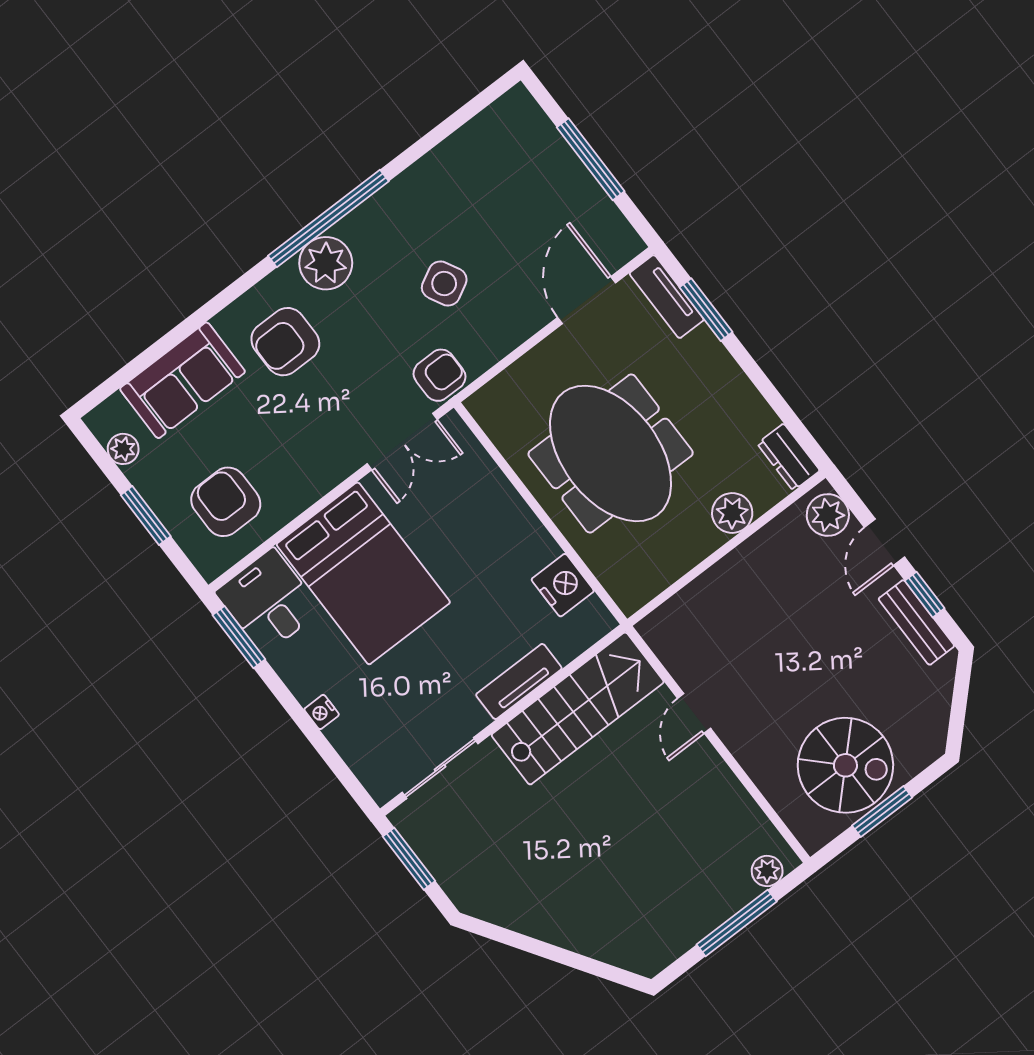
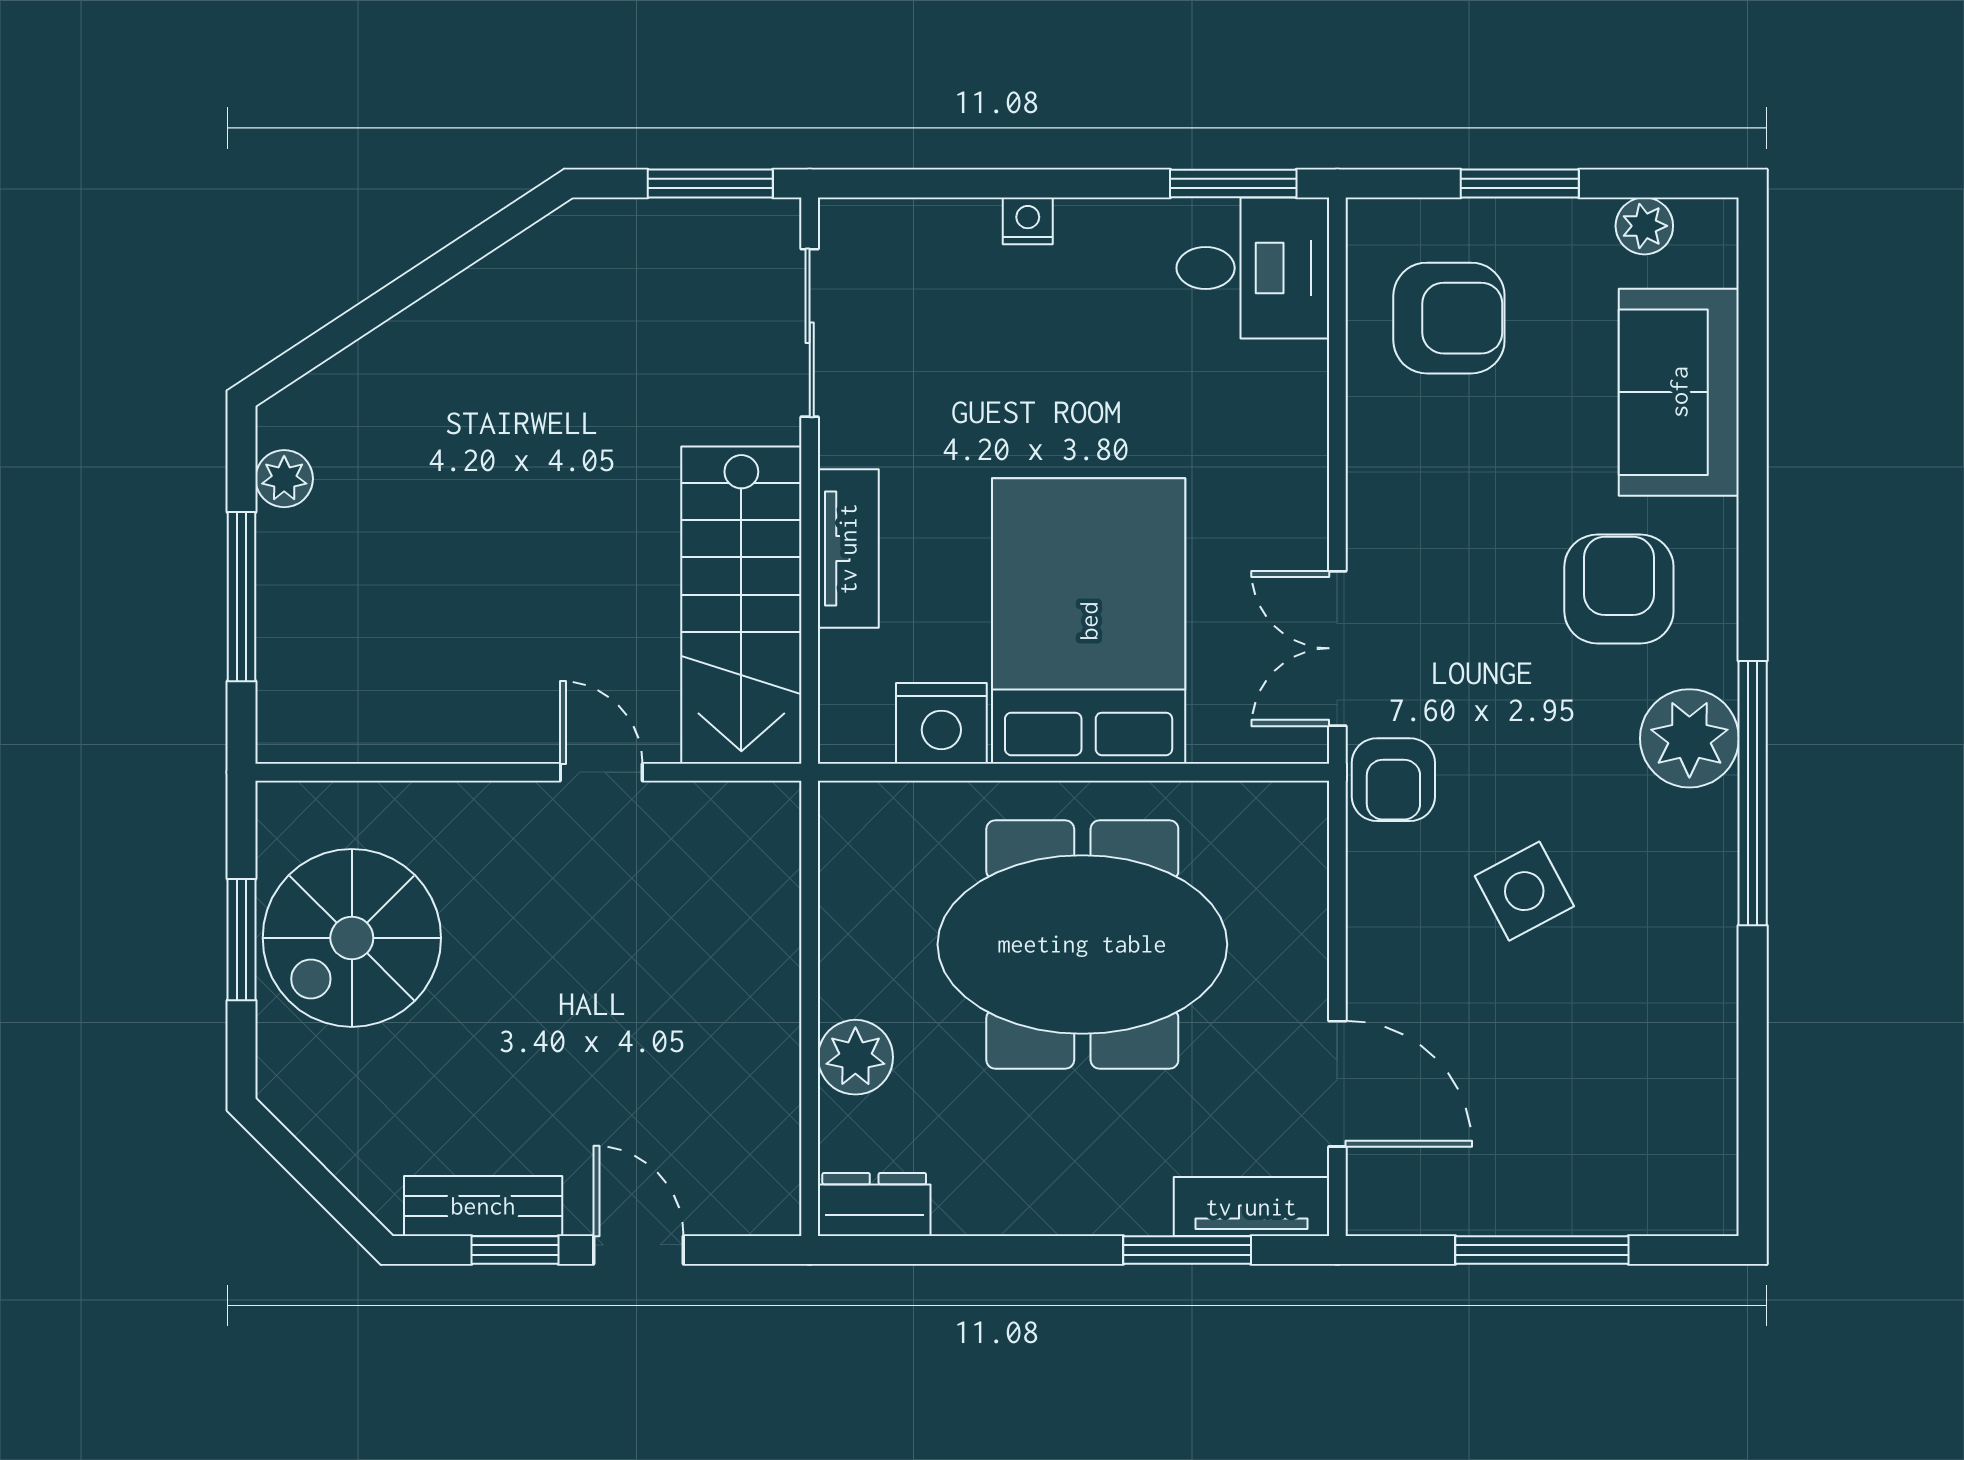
plant: (828, 515) -> (744, 1197), removed
bed: (363, 573) -> (1089, 621), moved, turned 90
plant: (767, 871) -> (284, 479), moved

